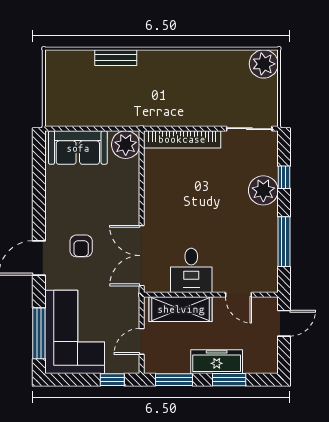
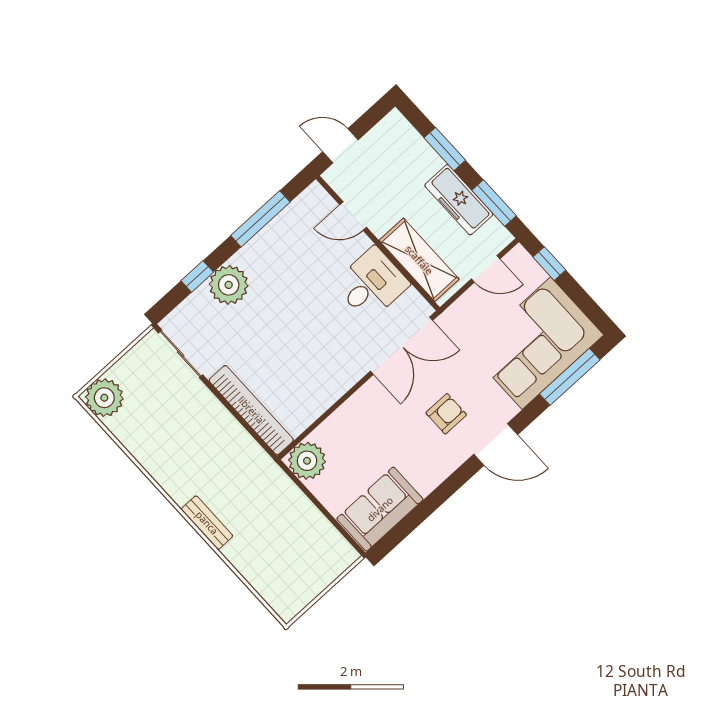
bench: (116, 58) -> (207, 523), moved
sofa: (78, 148) -> (380, 509), moved, turned -90
door: (238, 295) -> (353, 216), swing flipped
freezer: (217, 362) -> (459, 200), moved

